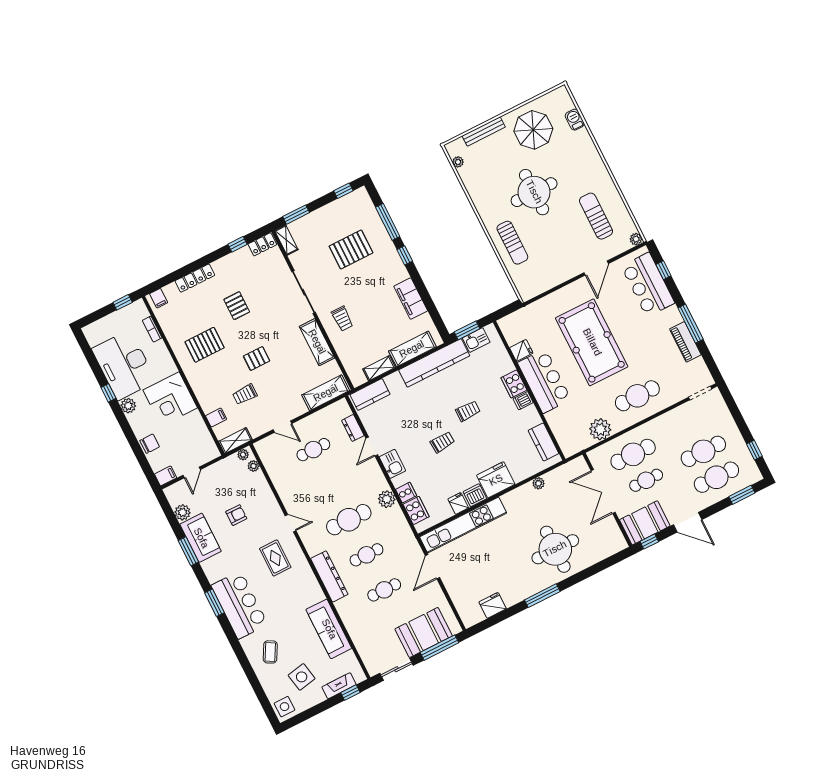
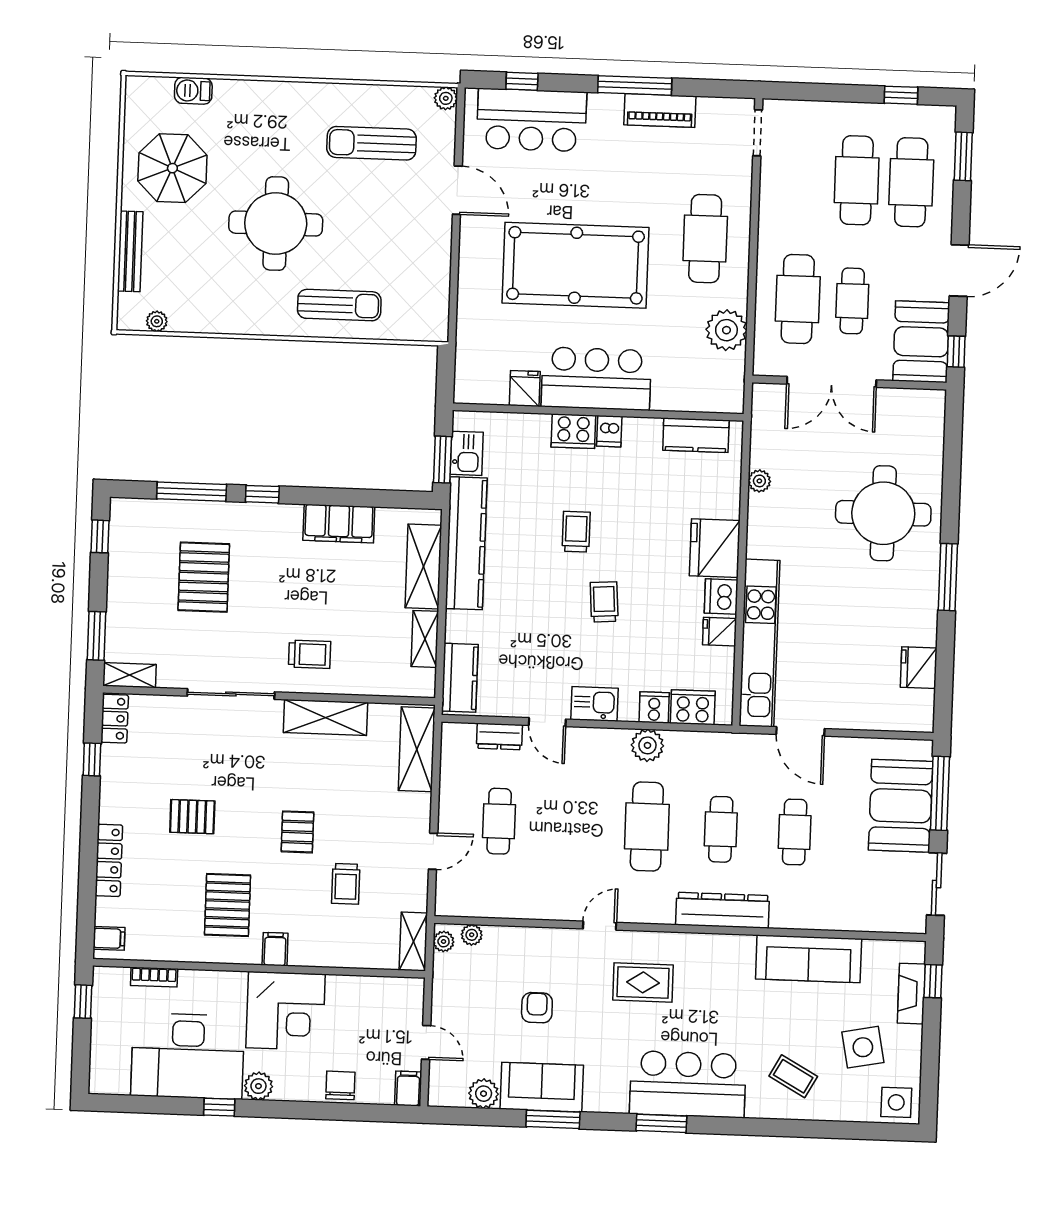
filing cabinet: (216, 417) -> (275, 949), moved

